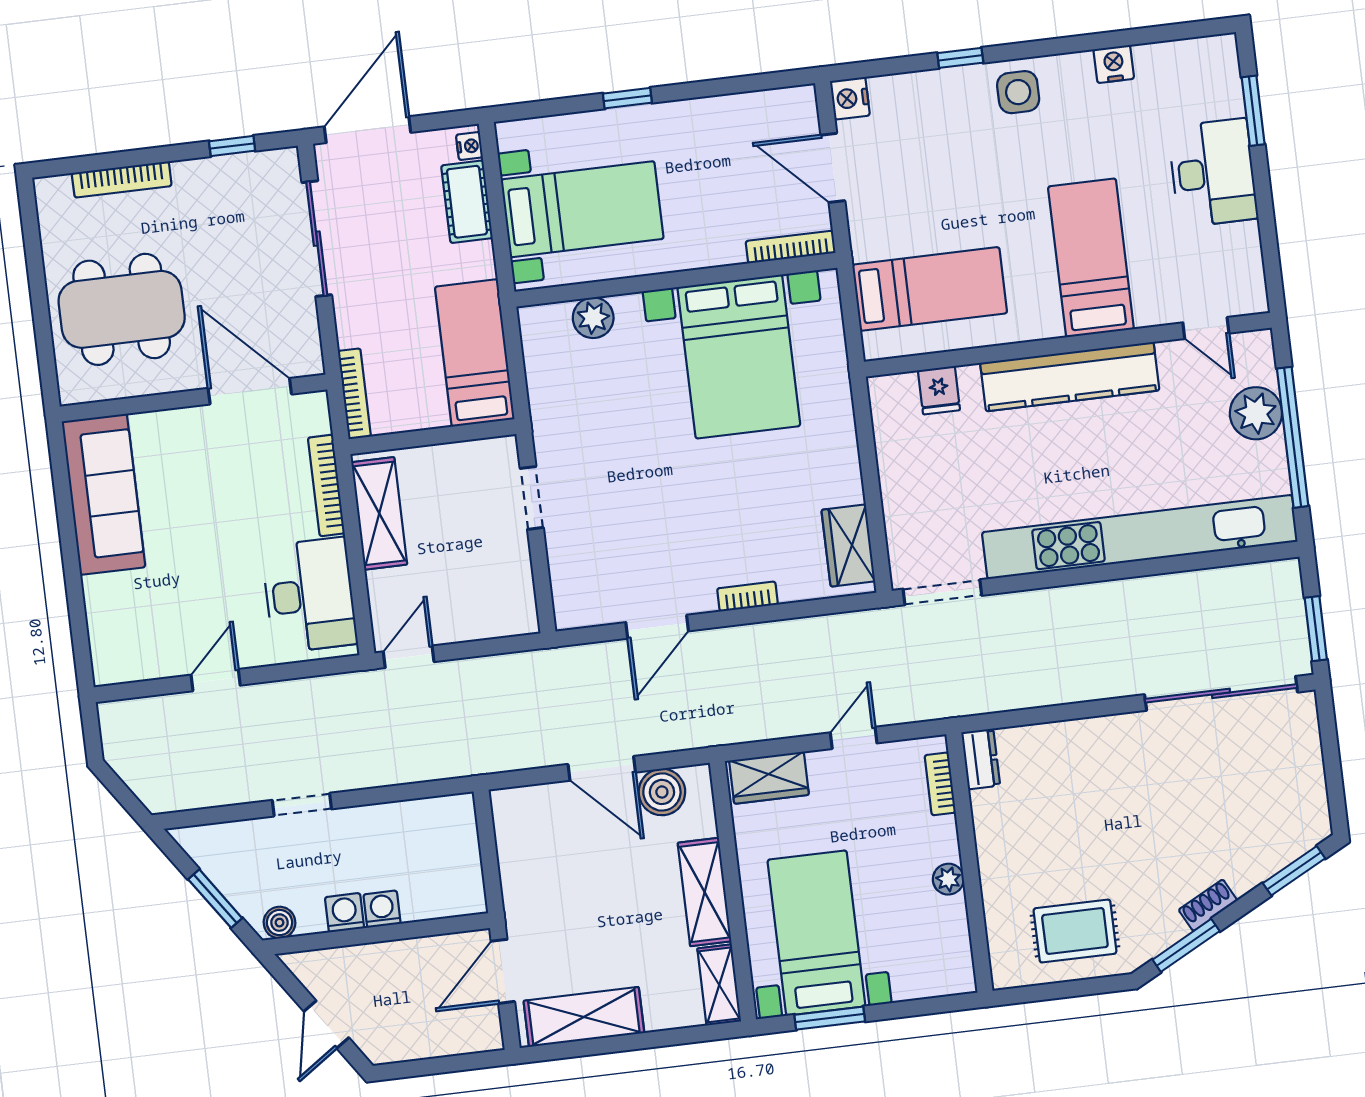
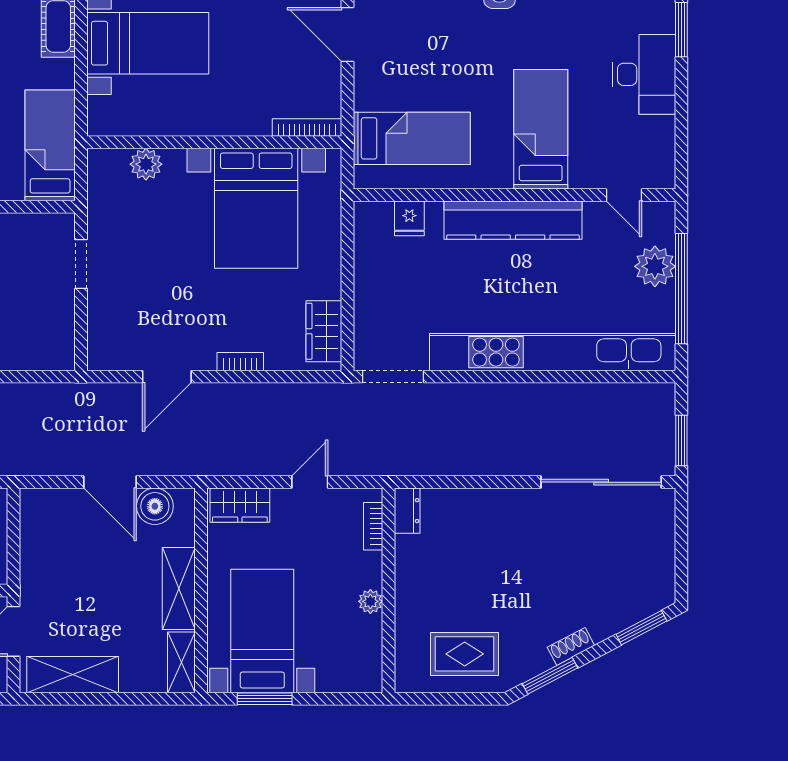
bookcase: (791, 247) -> (307, 128), moved
wall: (676, 280) -> (214, 142), moved
plant: (593, 318) -> (146, 164), moved
bed with nightstands: (739, 357) -> (256, 208), moved

